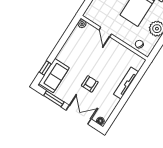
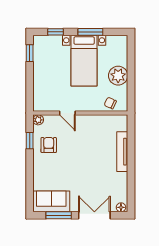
window: (45, 68) -> (30, 141), moved
sofa: (54, 76) -> (51, 201), moved, turned -90
armchair: (90, 84) -> (49, 145), moved

